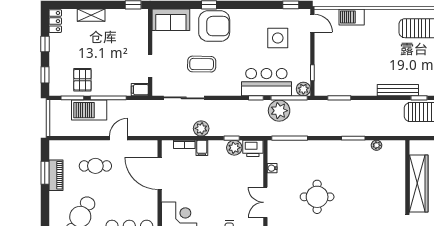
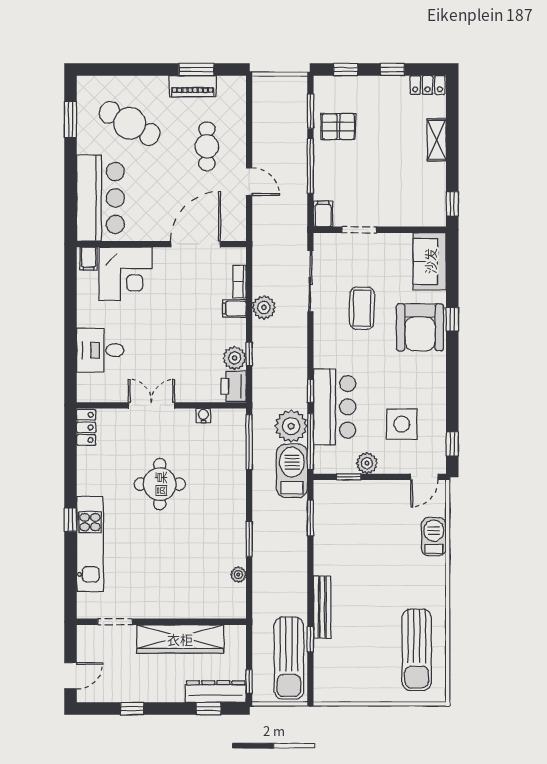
plant: (303, 89) -> (367, 463), moved
barbecue: (89, 110) -> (292, 471), moved

